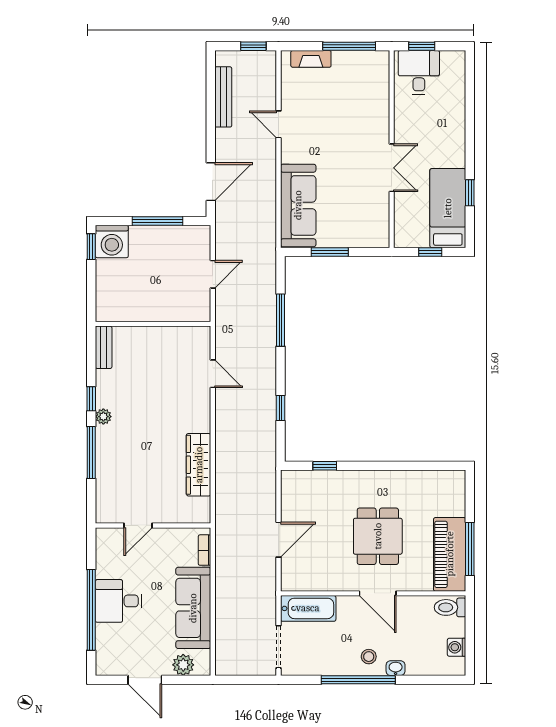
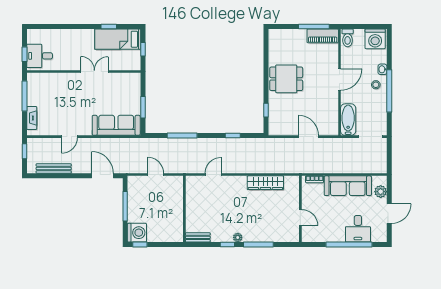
dining table: (378, 536) -> (286, 79), moved
piano: (450, 554) -> (323, 36), width x0.73, depth x0.75
desk: (119, 601) -> (358, 229), moved
washing machine: (457, 647) -> (375, 39), width x1.89, depth x1.89

